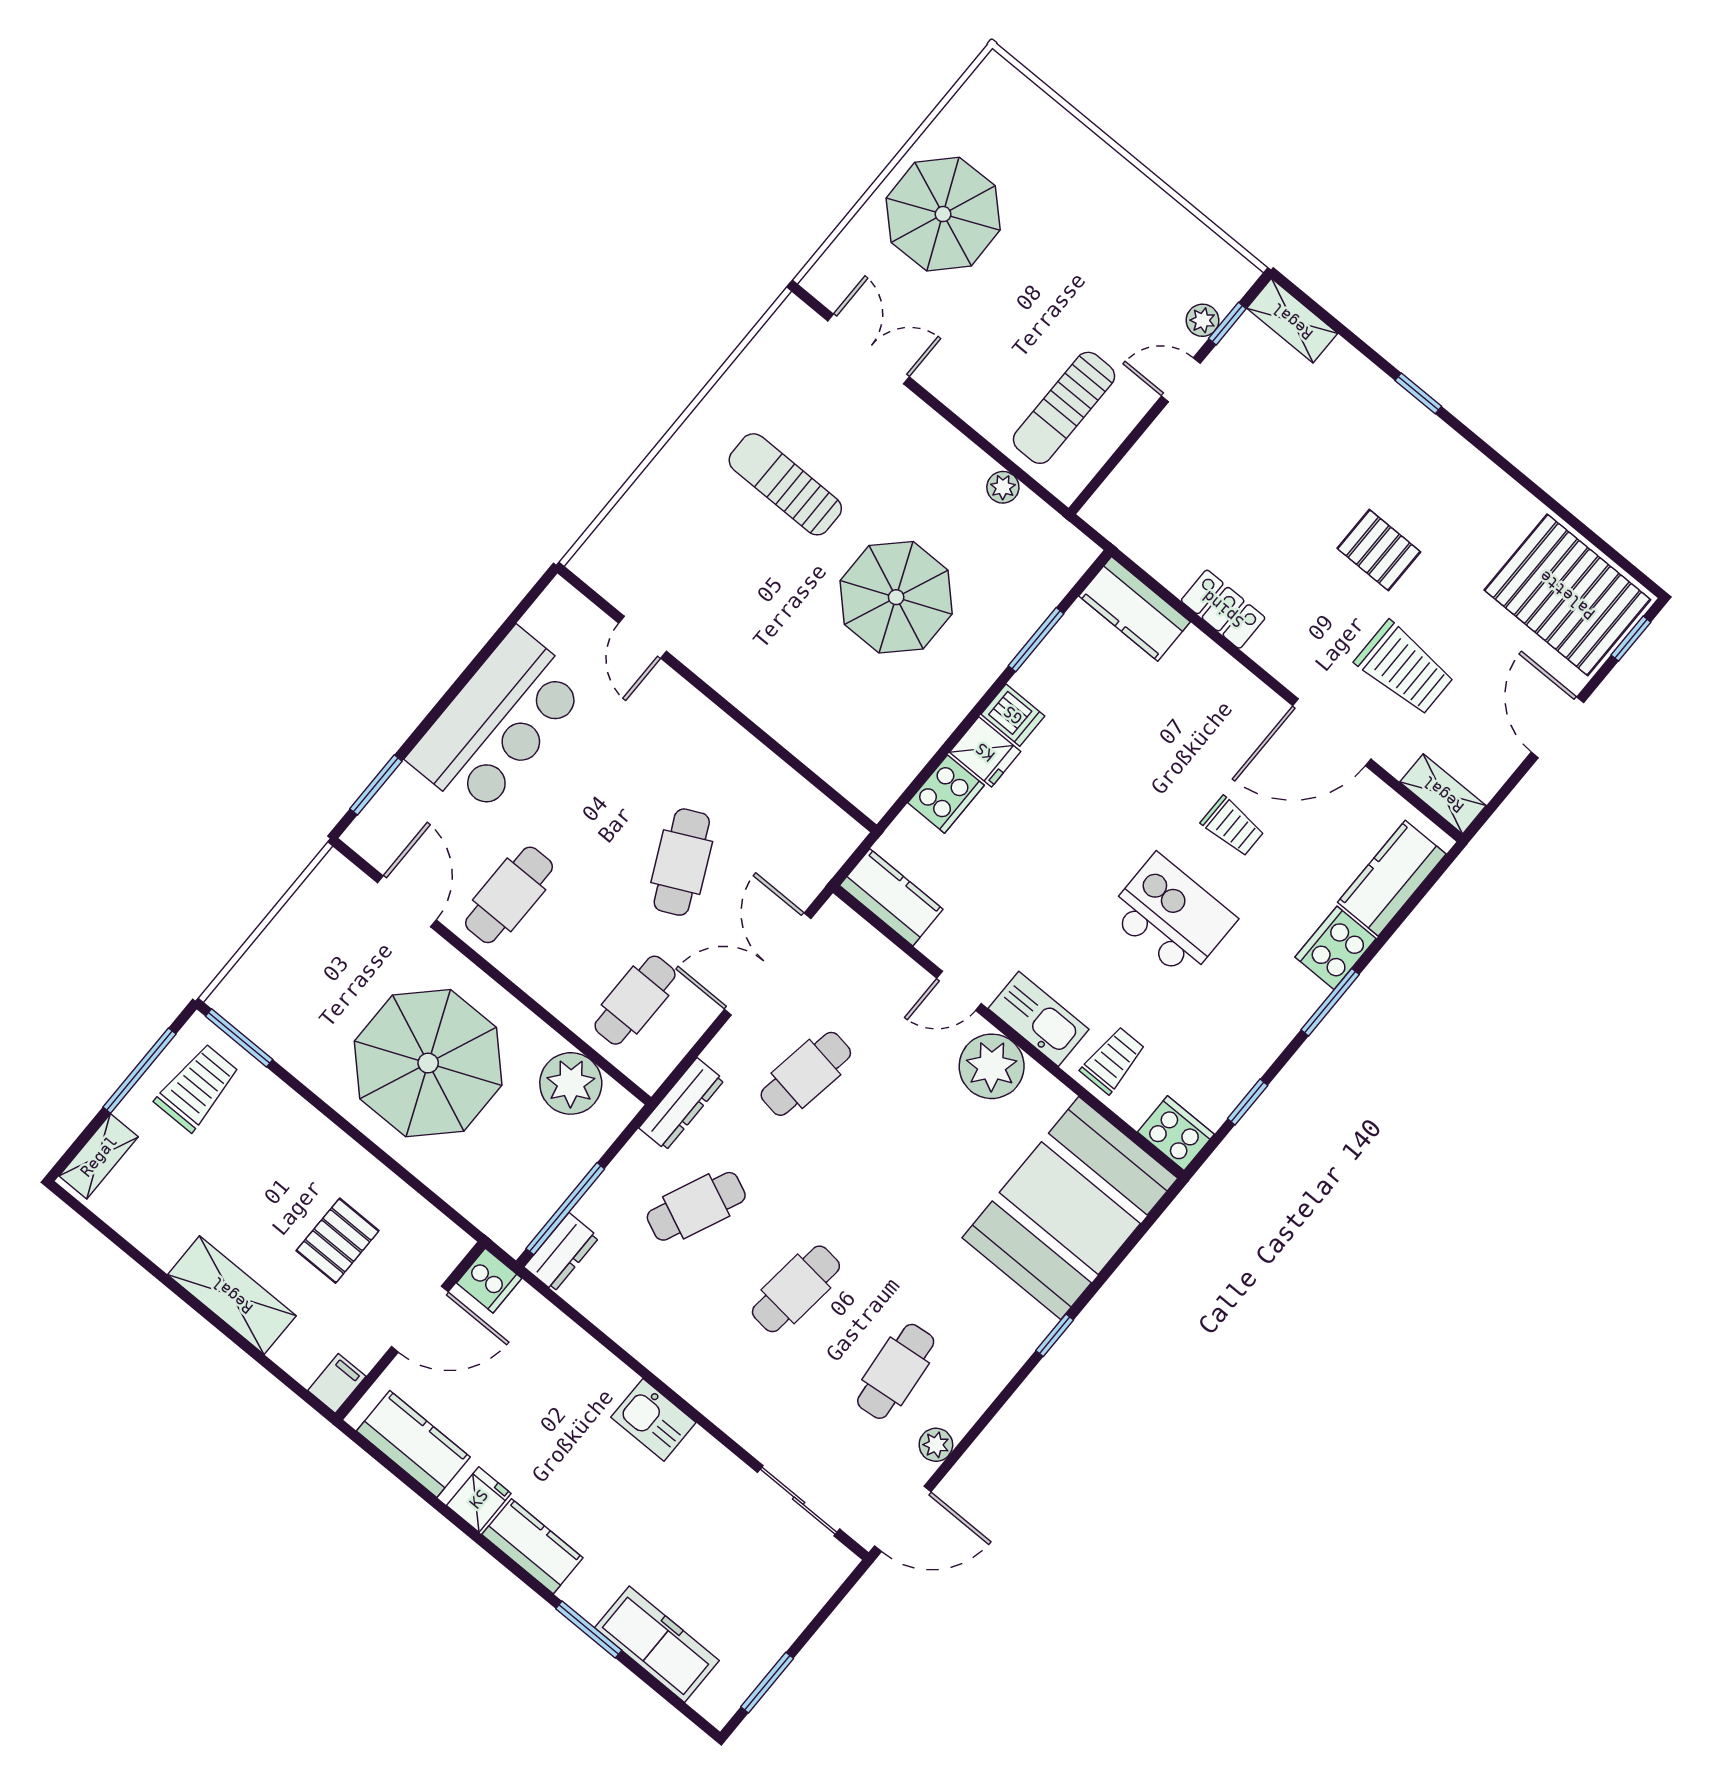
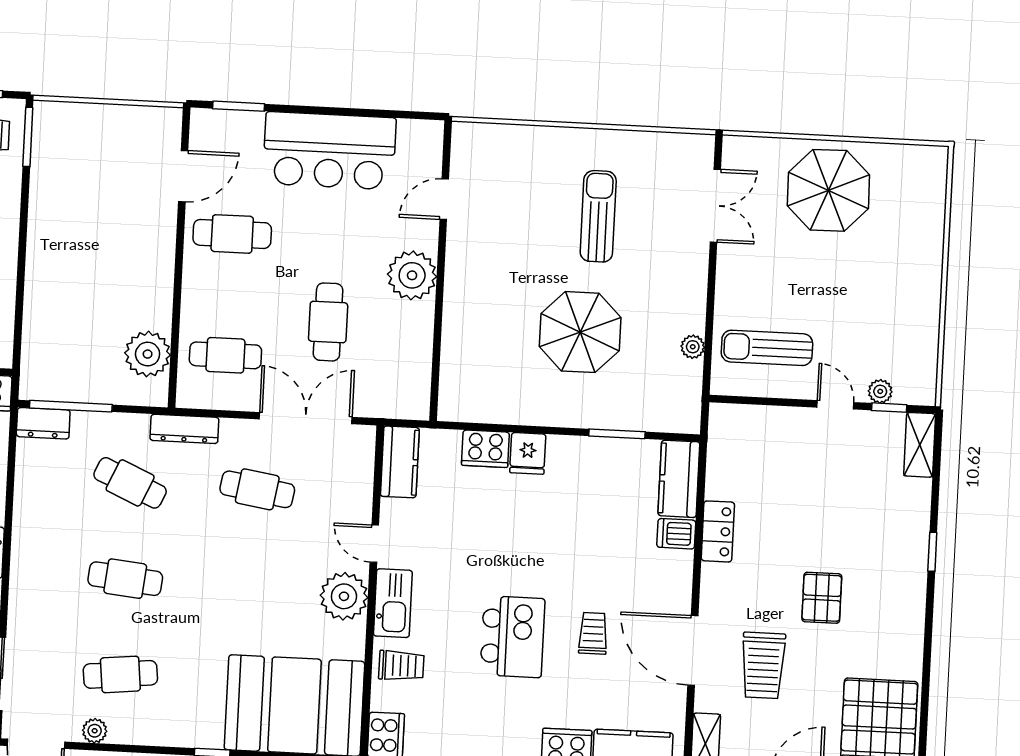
dishwasher: (1013, 715) -> (676, 534), moved, turned 90
plant: (699, 734) -> (412, 275), added
trolley: (1233, 826) -> (593, 633), turned 180
cafe table: (682, 862) -> (328, 322), turned -64
parasol: (428, 1063) -> (97, 260), removed

